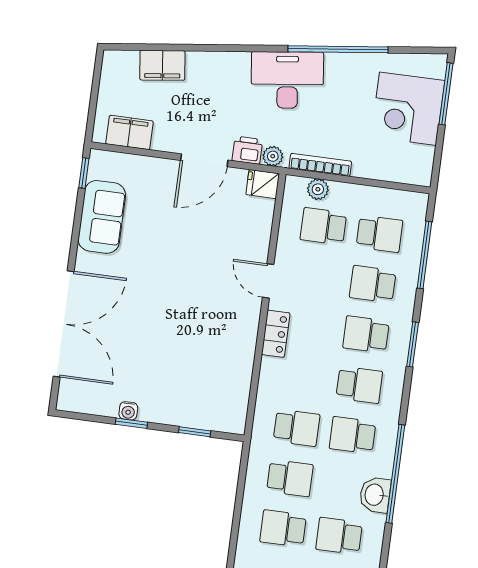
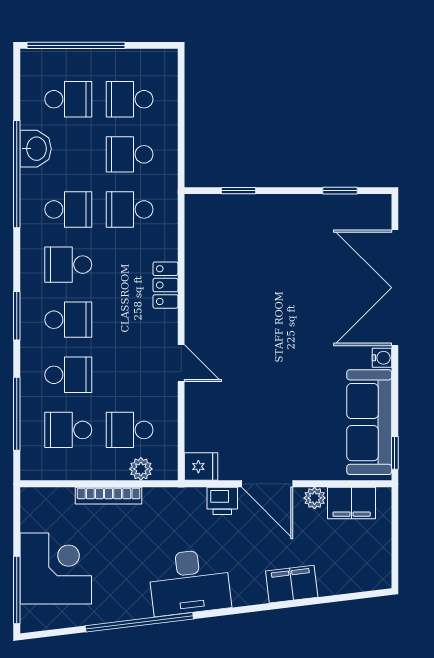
filing cabinet: (162, 65) -> (292, 584), moved
plant: (273, 156) -> (315, 498), moved
door: (204, 160) -> (267, 484), swing flipped
bookcase: (320, 165) -> (109, 496), moved
sofa: (102, 217) -> (369, 422), width x1.36
school desk: (323, 226) -> (130, 430), turned 180
locker: (276, 334) -> (165, 285), moved
water cooler: (128, 411) -> (382, 358), moved, turned 90
window: (131, 423) -> (340, 191), moved
school desk: (283, 528) -> (130, 99), turned 180

